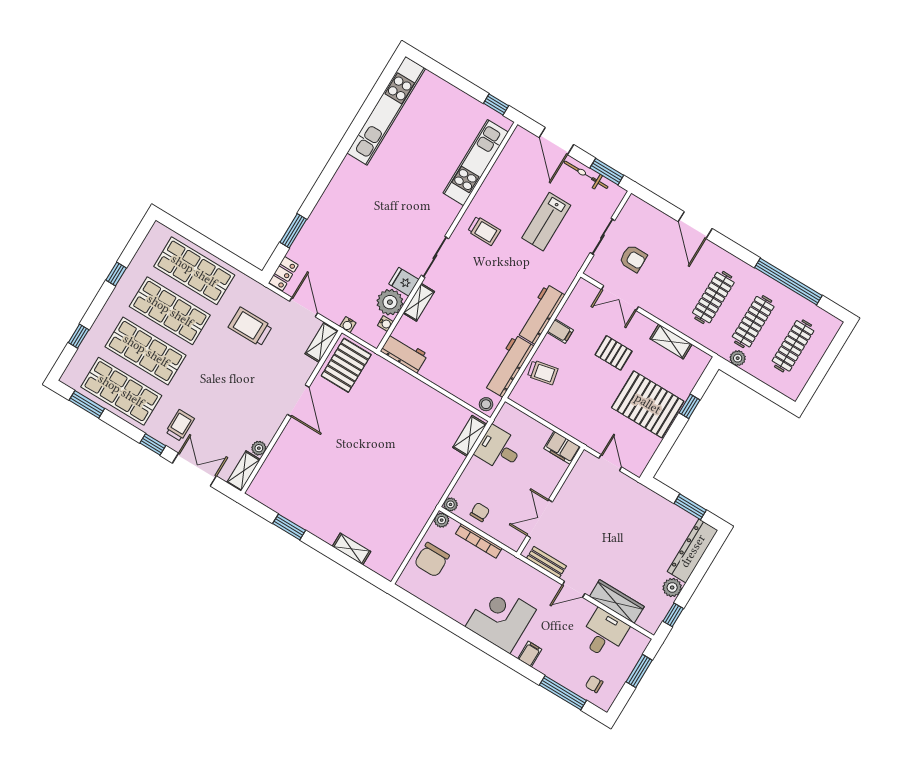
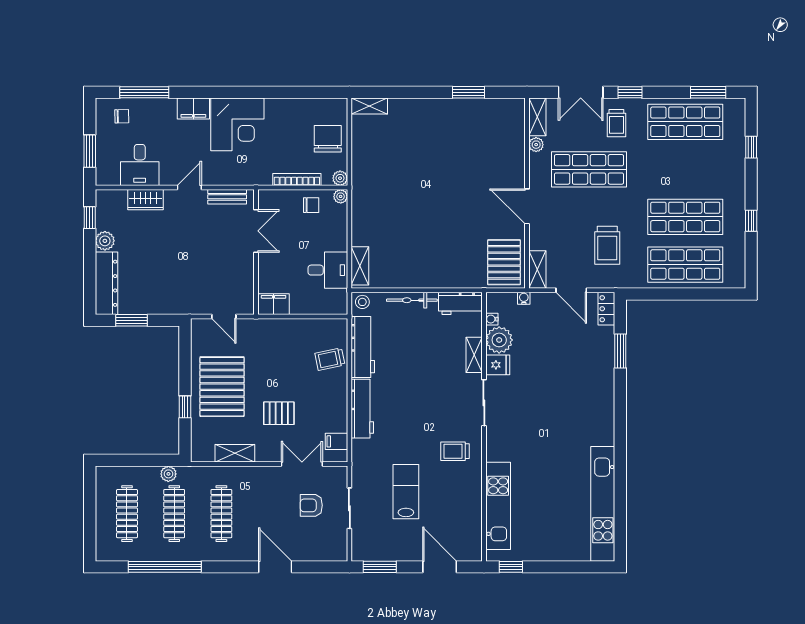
bicycle: (586, 175) -> (412, 300), moved, turned 180
trolley: (250, 327) -> (607, 245), turned 90
filing cabinet: (560, 331) -> (336, 441), moved
shop shelf: (146, 351) -> (589, 169), moved
pallet: (648, 404) -> (222, 387), turned 90
chair: (480, 512) -> (311, 205), turned -90
shelving: (351, 549) -> (369, 106), moved
wardrobe: (617, 601) -> (145, 200), width x0.67
filing cabinet: (530, 654) -> (193, 108), width x2.00

